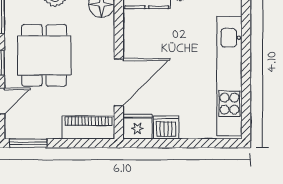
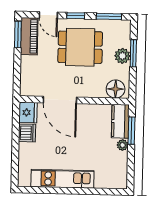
kitchen unit: (229, 76) -> (62, 179), width x0.73
piano: (88, 127) -> (29, 36), moved

